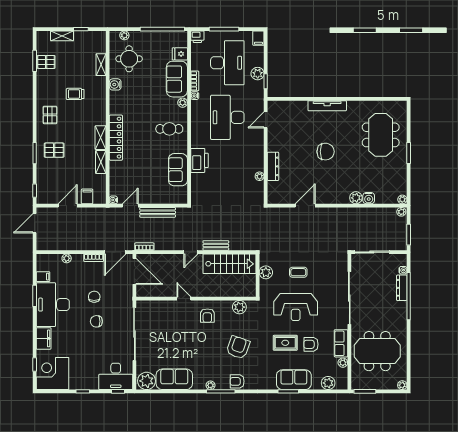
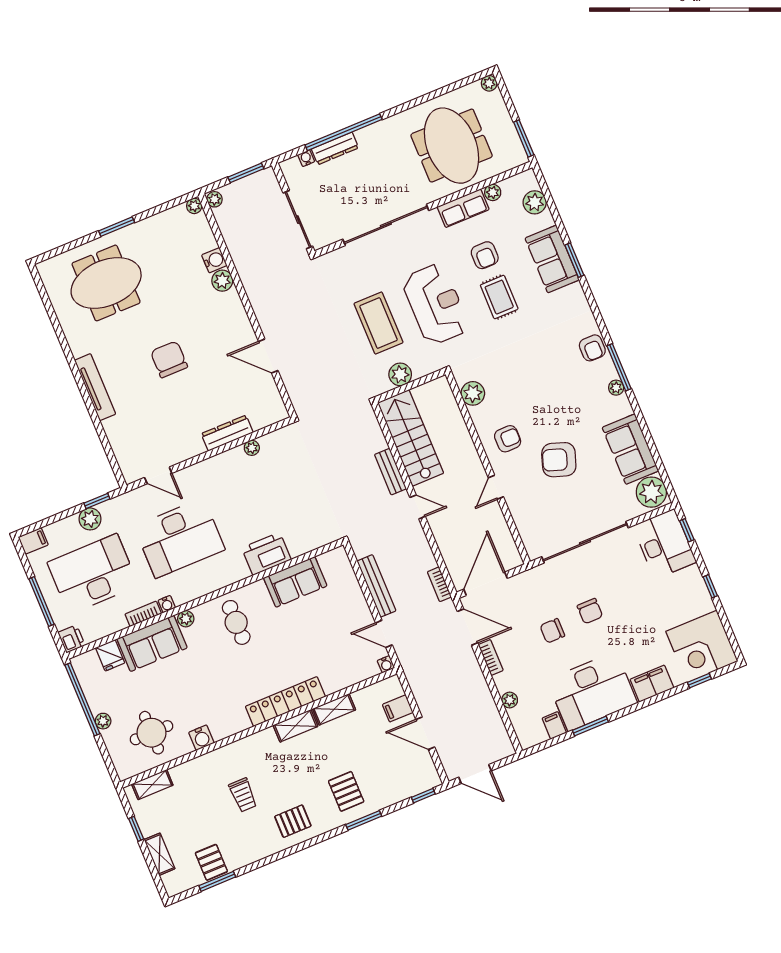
plant: (124, 35) -> (103, 721), moved
shelving: (101, 65) -> (152, 785), moved
coffee table: (298, 272) -> (378, 323), width x1.86, depth x1.72
armchair: (238, 347) -> (559, 460), moved

